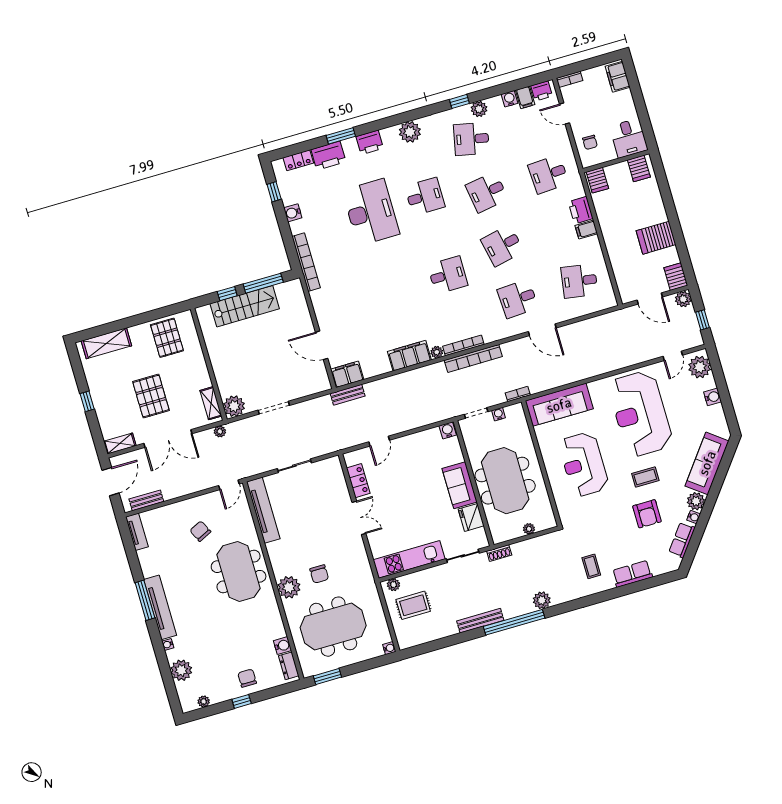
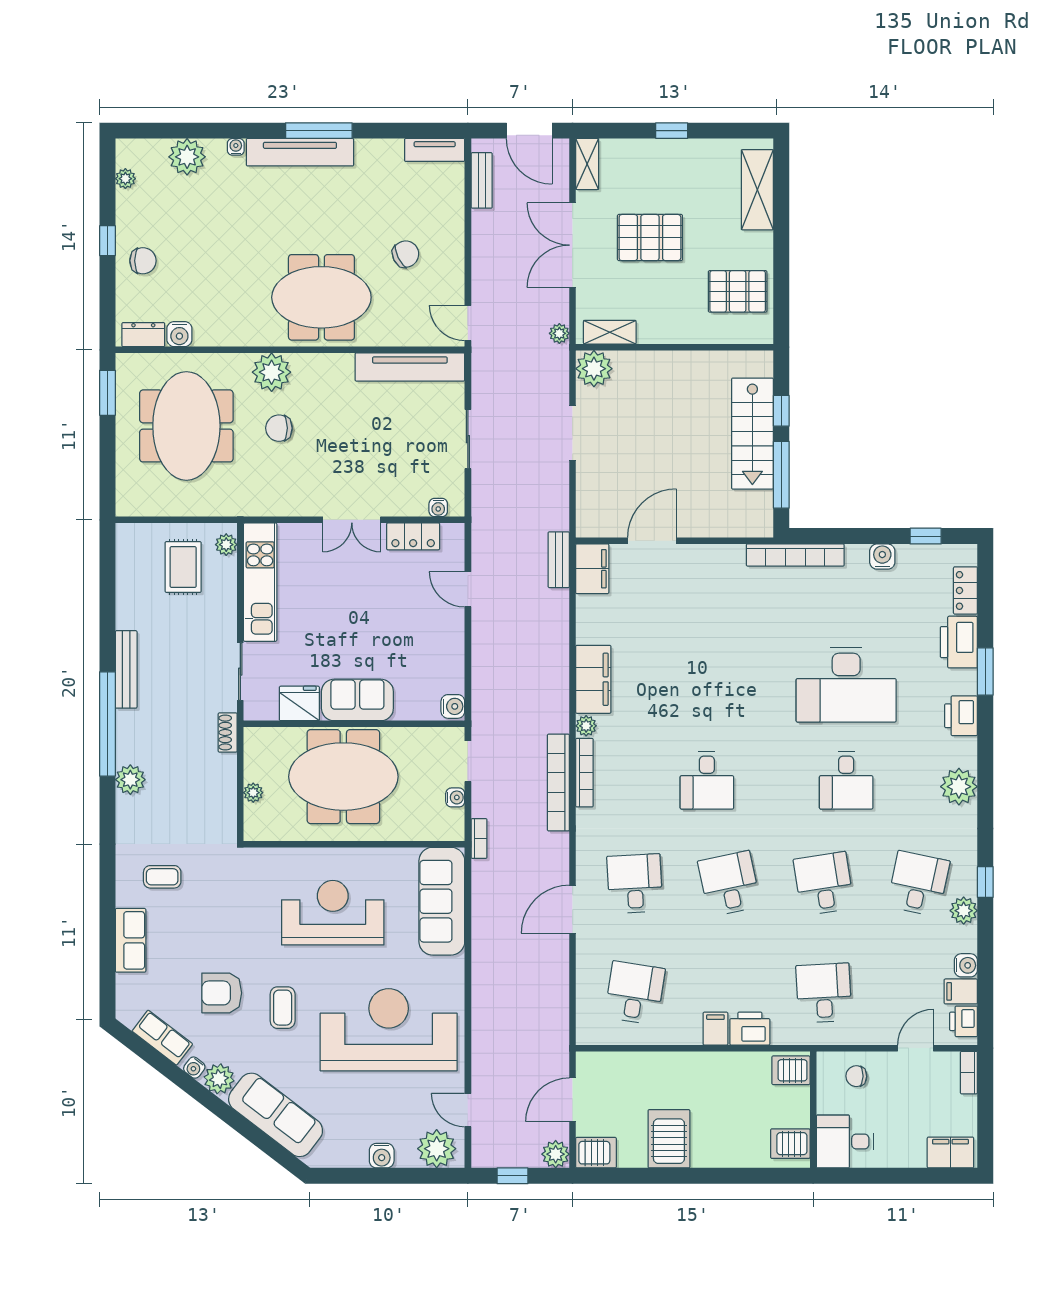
water cooler: (389, 648) -> (438, 507), moved

